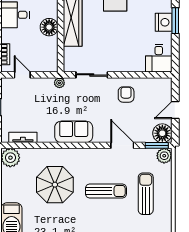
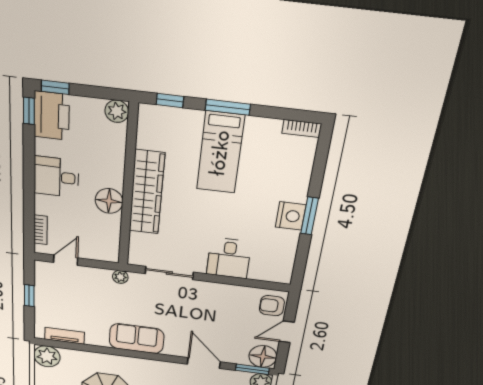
desk: (159, 58) -> (229, 258), moved
door: (22, 75) -> (66, 260), hinge flipped
armchair: (126, 95) -> (272, 306), moved, turned -90

